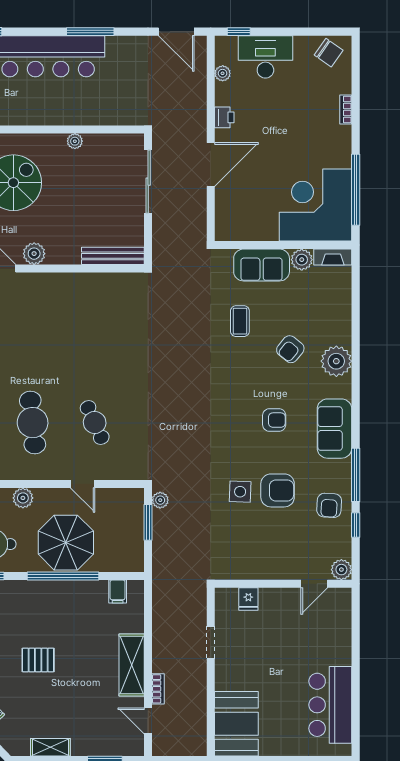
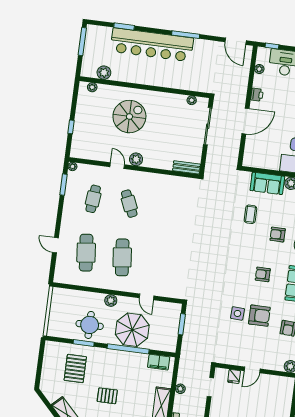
plant: (75, 141) -> (192, 100), moved
bench: (113, 256) -> (186, 167), width x0.73
armchair: (290, 349) -> (278, 234), turned 51
armchair: (274, 420) -> (263, 274), turned 180
cafe table: (95, 423) -> (129, 204), moved
plant: (160, 500) -> (180, 389), moved
door: (314, 584) -> (252, 370), moved
filing cabinet: (118, 592) -> (159, 362), width x2.00
doorway: (211, 643) -> (210, 387), moved

